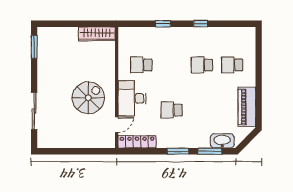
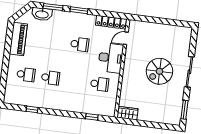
window: (163, 24) -> (92, 117), moved
window: (201, 24) -> (32, 109), moved
wardrobe: (97, 34) -> (127, 113), width x0.67
spiral stairs: (88, 98) -> (159, 71), moved
sliding door: (34, 111) -> (189, 72), moved

